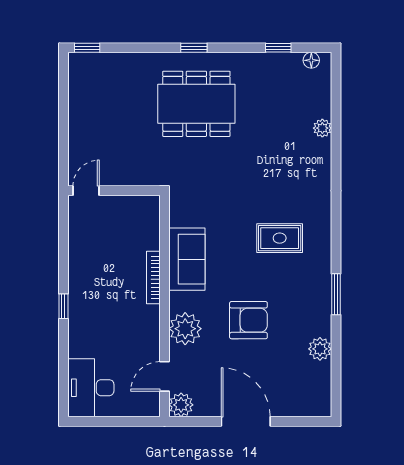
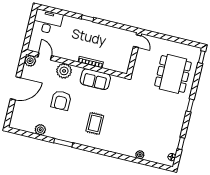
dining table: (196, 104) -> (173, 74), moved

